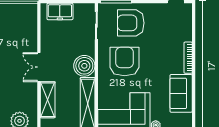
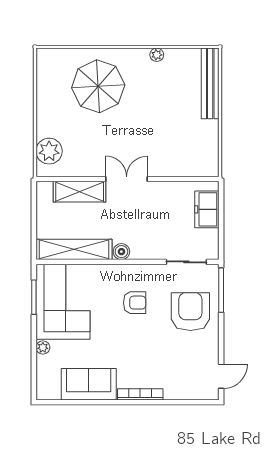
armchair: (125, 62) -> (135, 303), width x0.53, depth x0.53
boiler: (84, 66) -> (121, 252), width x0.54, depth x0.54

